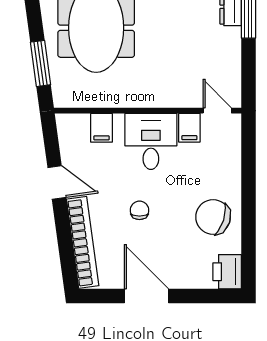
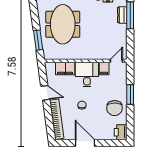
door: (217, 111) -> (116, 61), hinge flipped
filing cabinet: (101, 128) -> (65, 69), width x2.00
window: (248, 186) -> (130, 95), added
chair: (213, 217) -> (115, 108), turned -108

